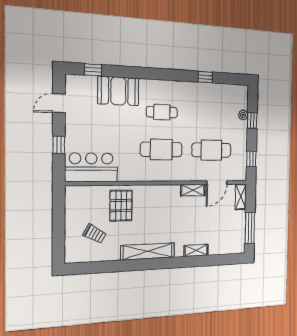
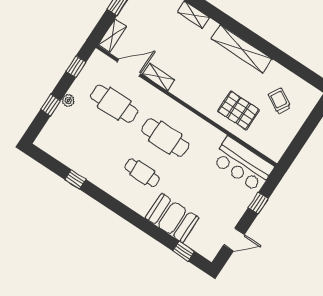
plant: (243, 115) -> (68, 101), moved
pallet: (121, 206) -> (238, 110), turned 90

